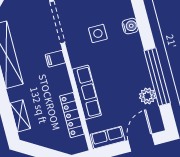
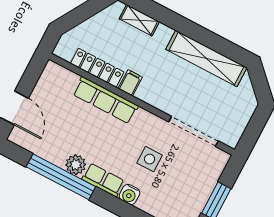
filing cabinet: (55, 59) -> (130, 83), moved
plant: (147, 96) -> (76, 165), moved
row of seats: (108, 137) -> (103, 180), moved, turned -90

